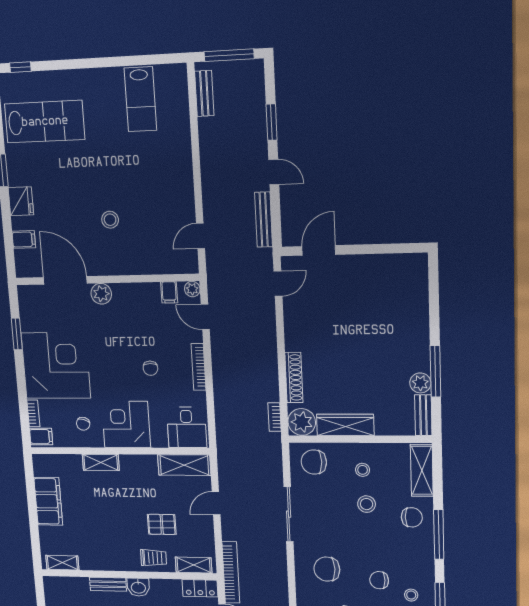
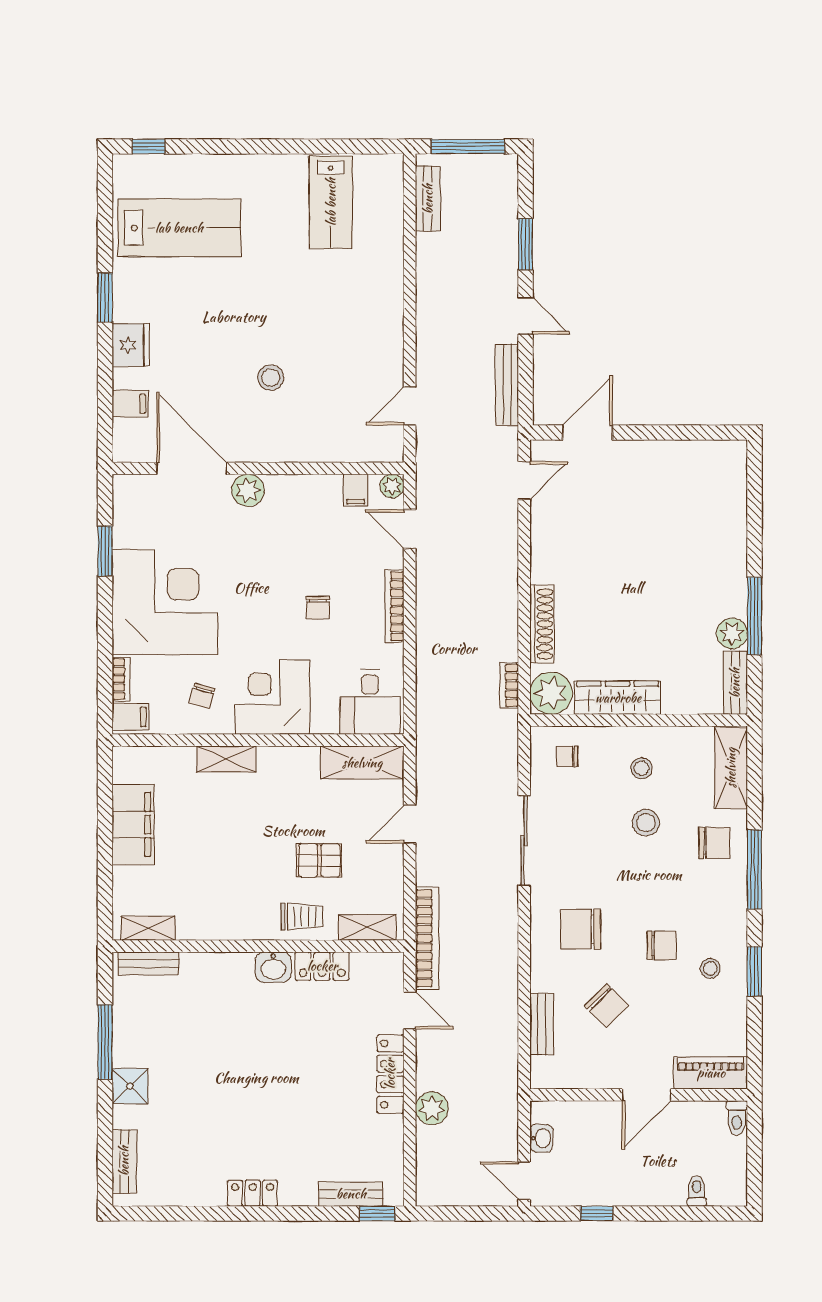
chair: (314, 462) -> (567, 756), width x0.54, depth x0.54
chair: (379, 580) -> (662, 945), turned 180
bench: (108, 584) -> (149, 963), moved
locker: (200, 588) -> (322, 966), moved

